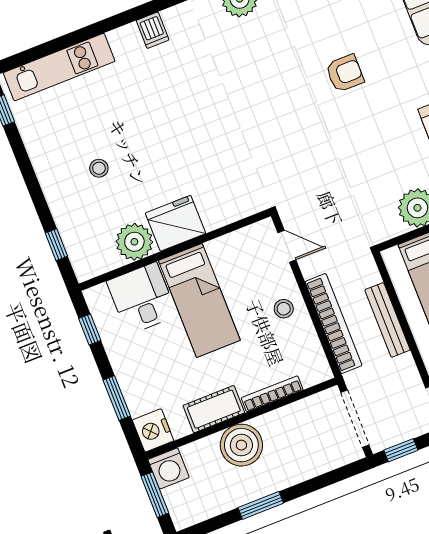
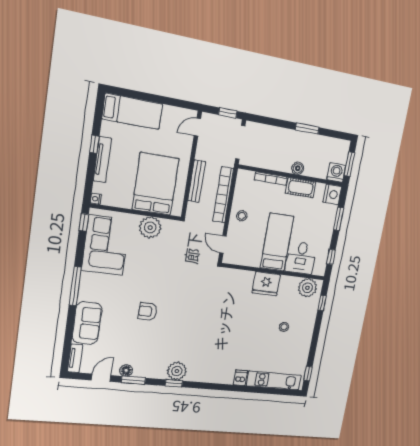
dishwasher: (153, 30) -> (240, 378), moved
plant: (134, 242) -> (307, 288), moved
boiler: (241, 445) -> (298, 168), width x0.54, depth x0.54

